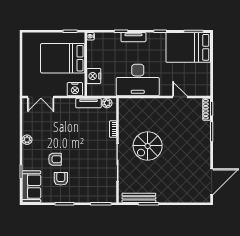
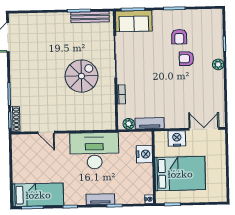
bed: (188, 47) -> (38, 195), width x0.67
nightstand: (75, 89) -> (177, 138), moved
plant: (27, 140) -> (218, 64), moved
sofa: (31, 187) -> (134, 21), moved, turned -90

